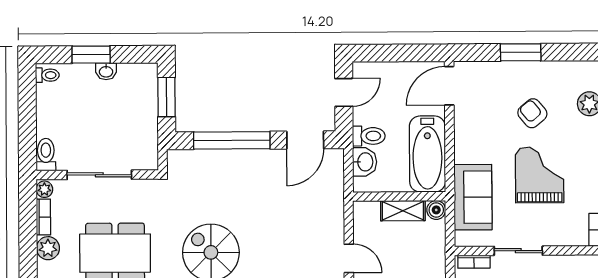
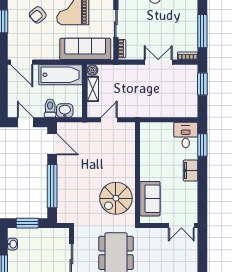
washbasin: (106, 71) -> (13, 244), moved
sofa: (473, 197) -> (85, 49), width x1.36
door: (349, 258) -> (109, 120), moved

